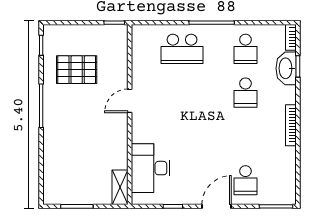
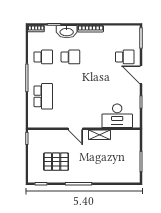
washbasin: (286, 68) -> (67, 32), moved
pallet: (77, 70) -> (56, 162), turned 90
shelving: (120, 187) -> (99, 135), moved

